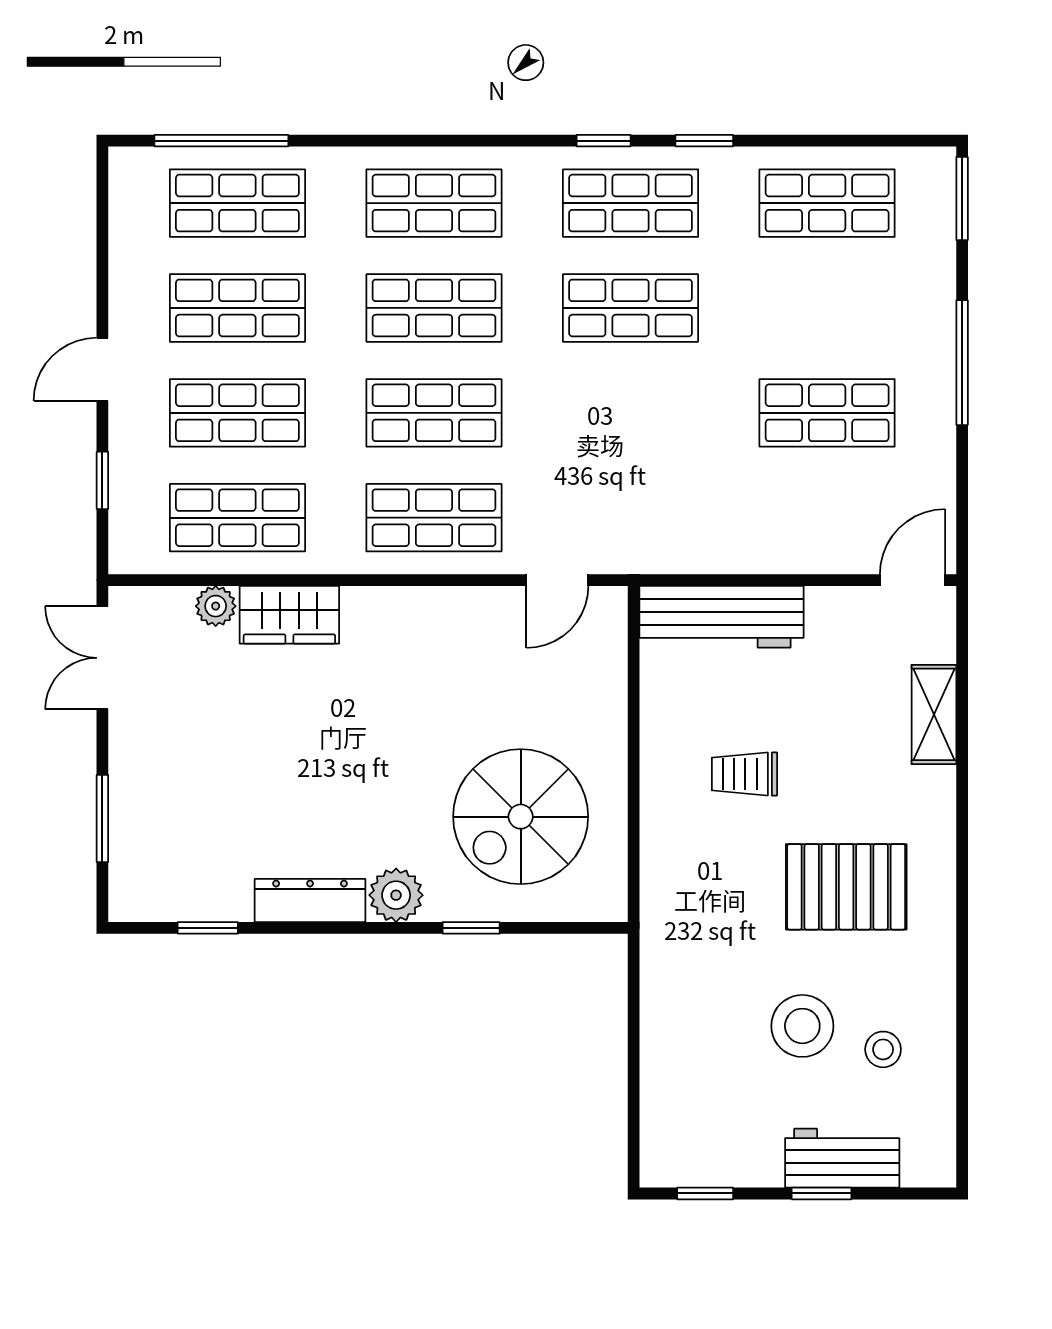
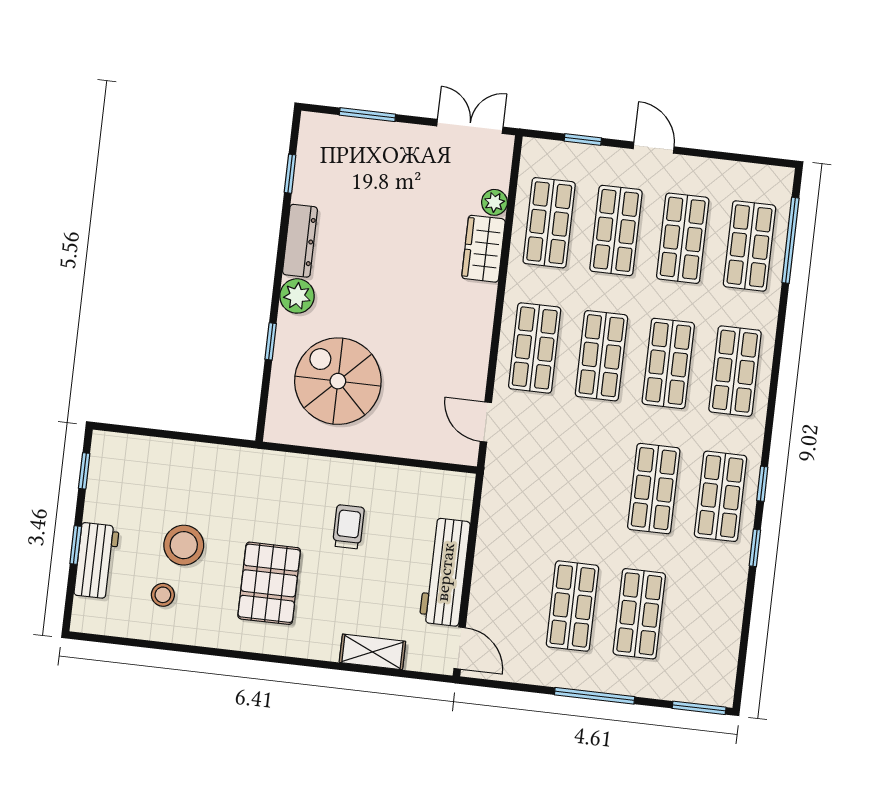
shop shelf: (827, 203) -> (639, 614), moved
workbench: (722, 617) -> (445, 572), moved

